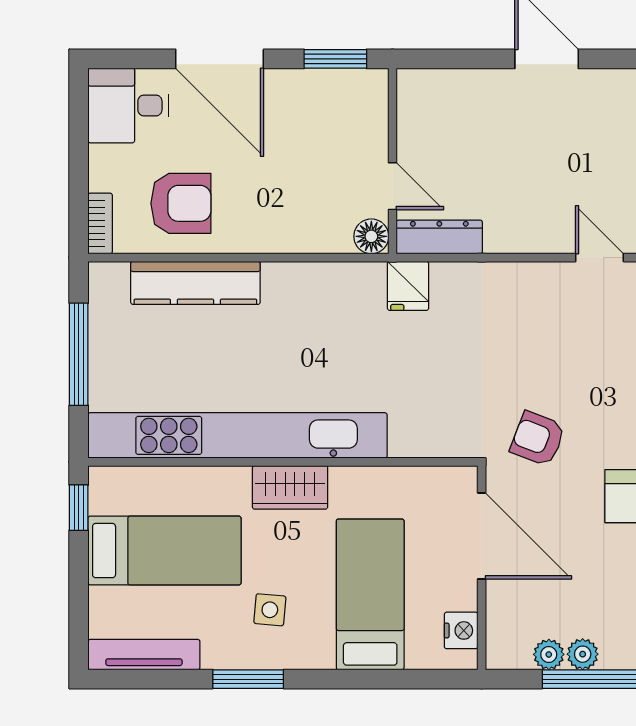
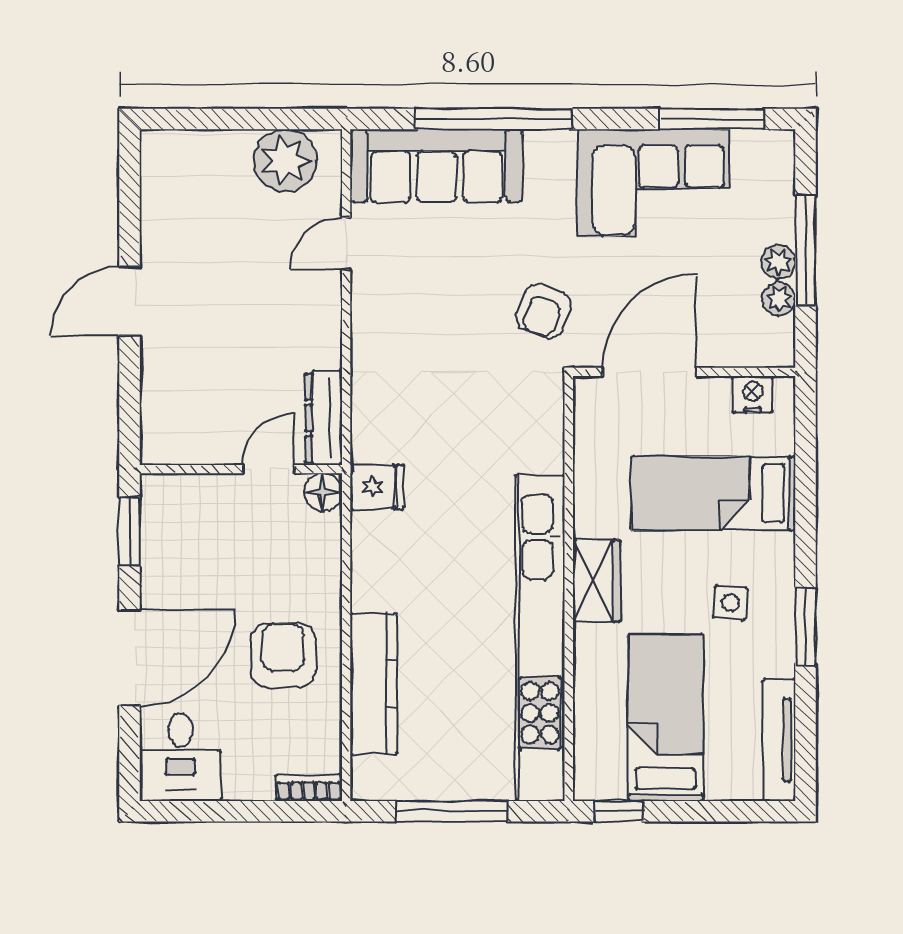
armchair: (181, 203) -> (283, 655), moved
fridge: (408, 286) -> (377, 487), moved

